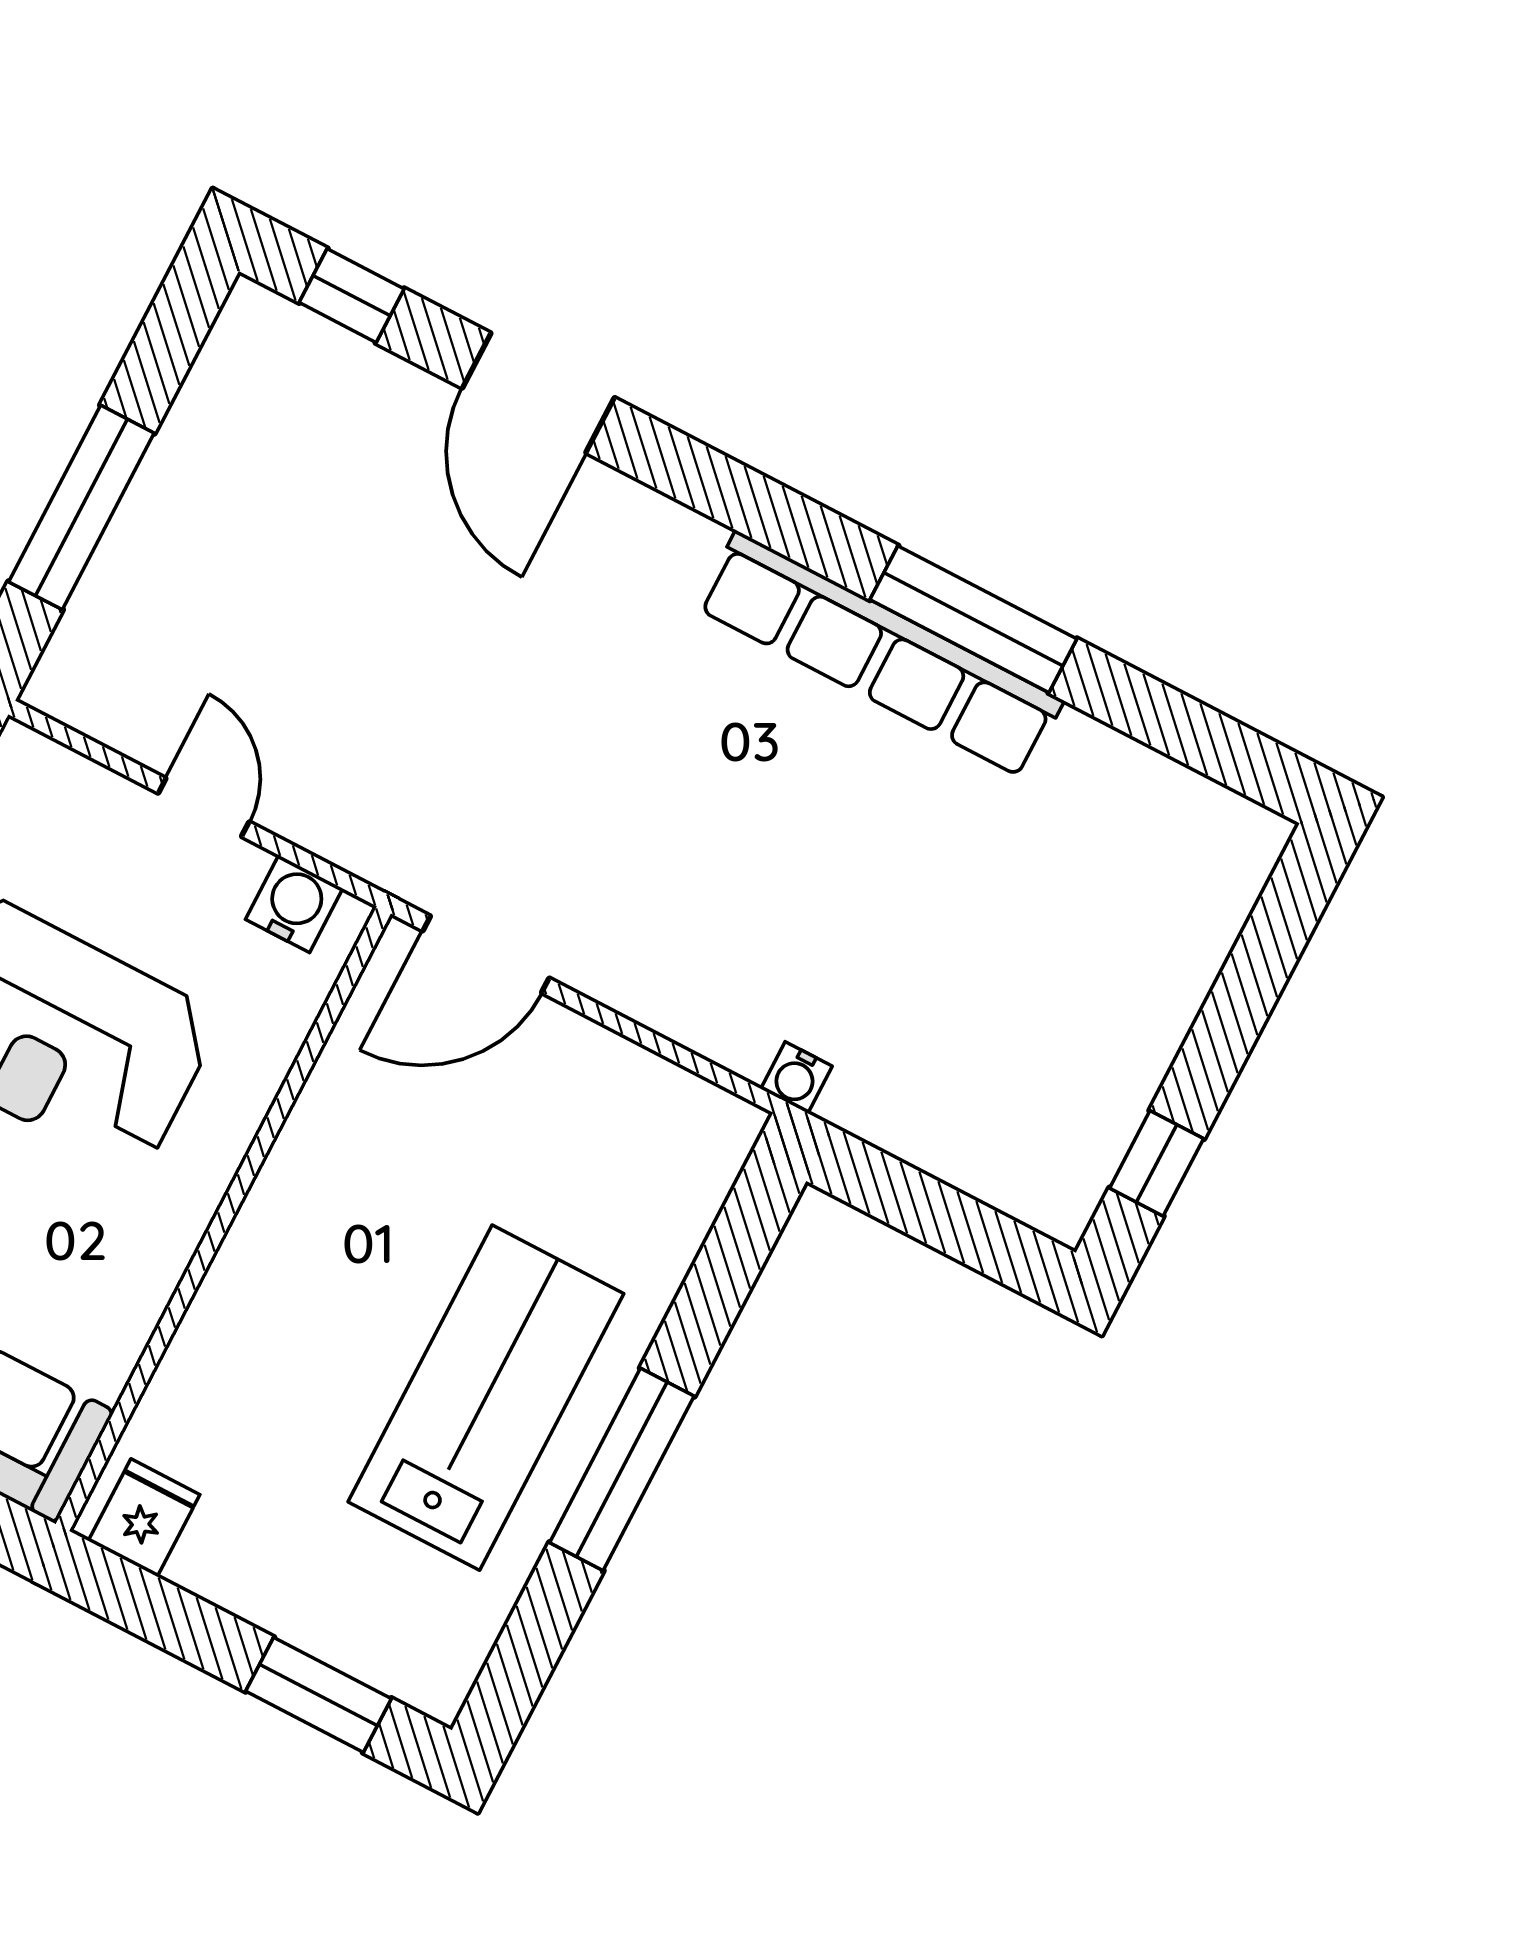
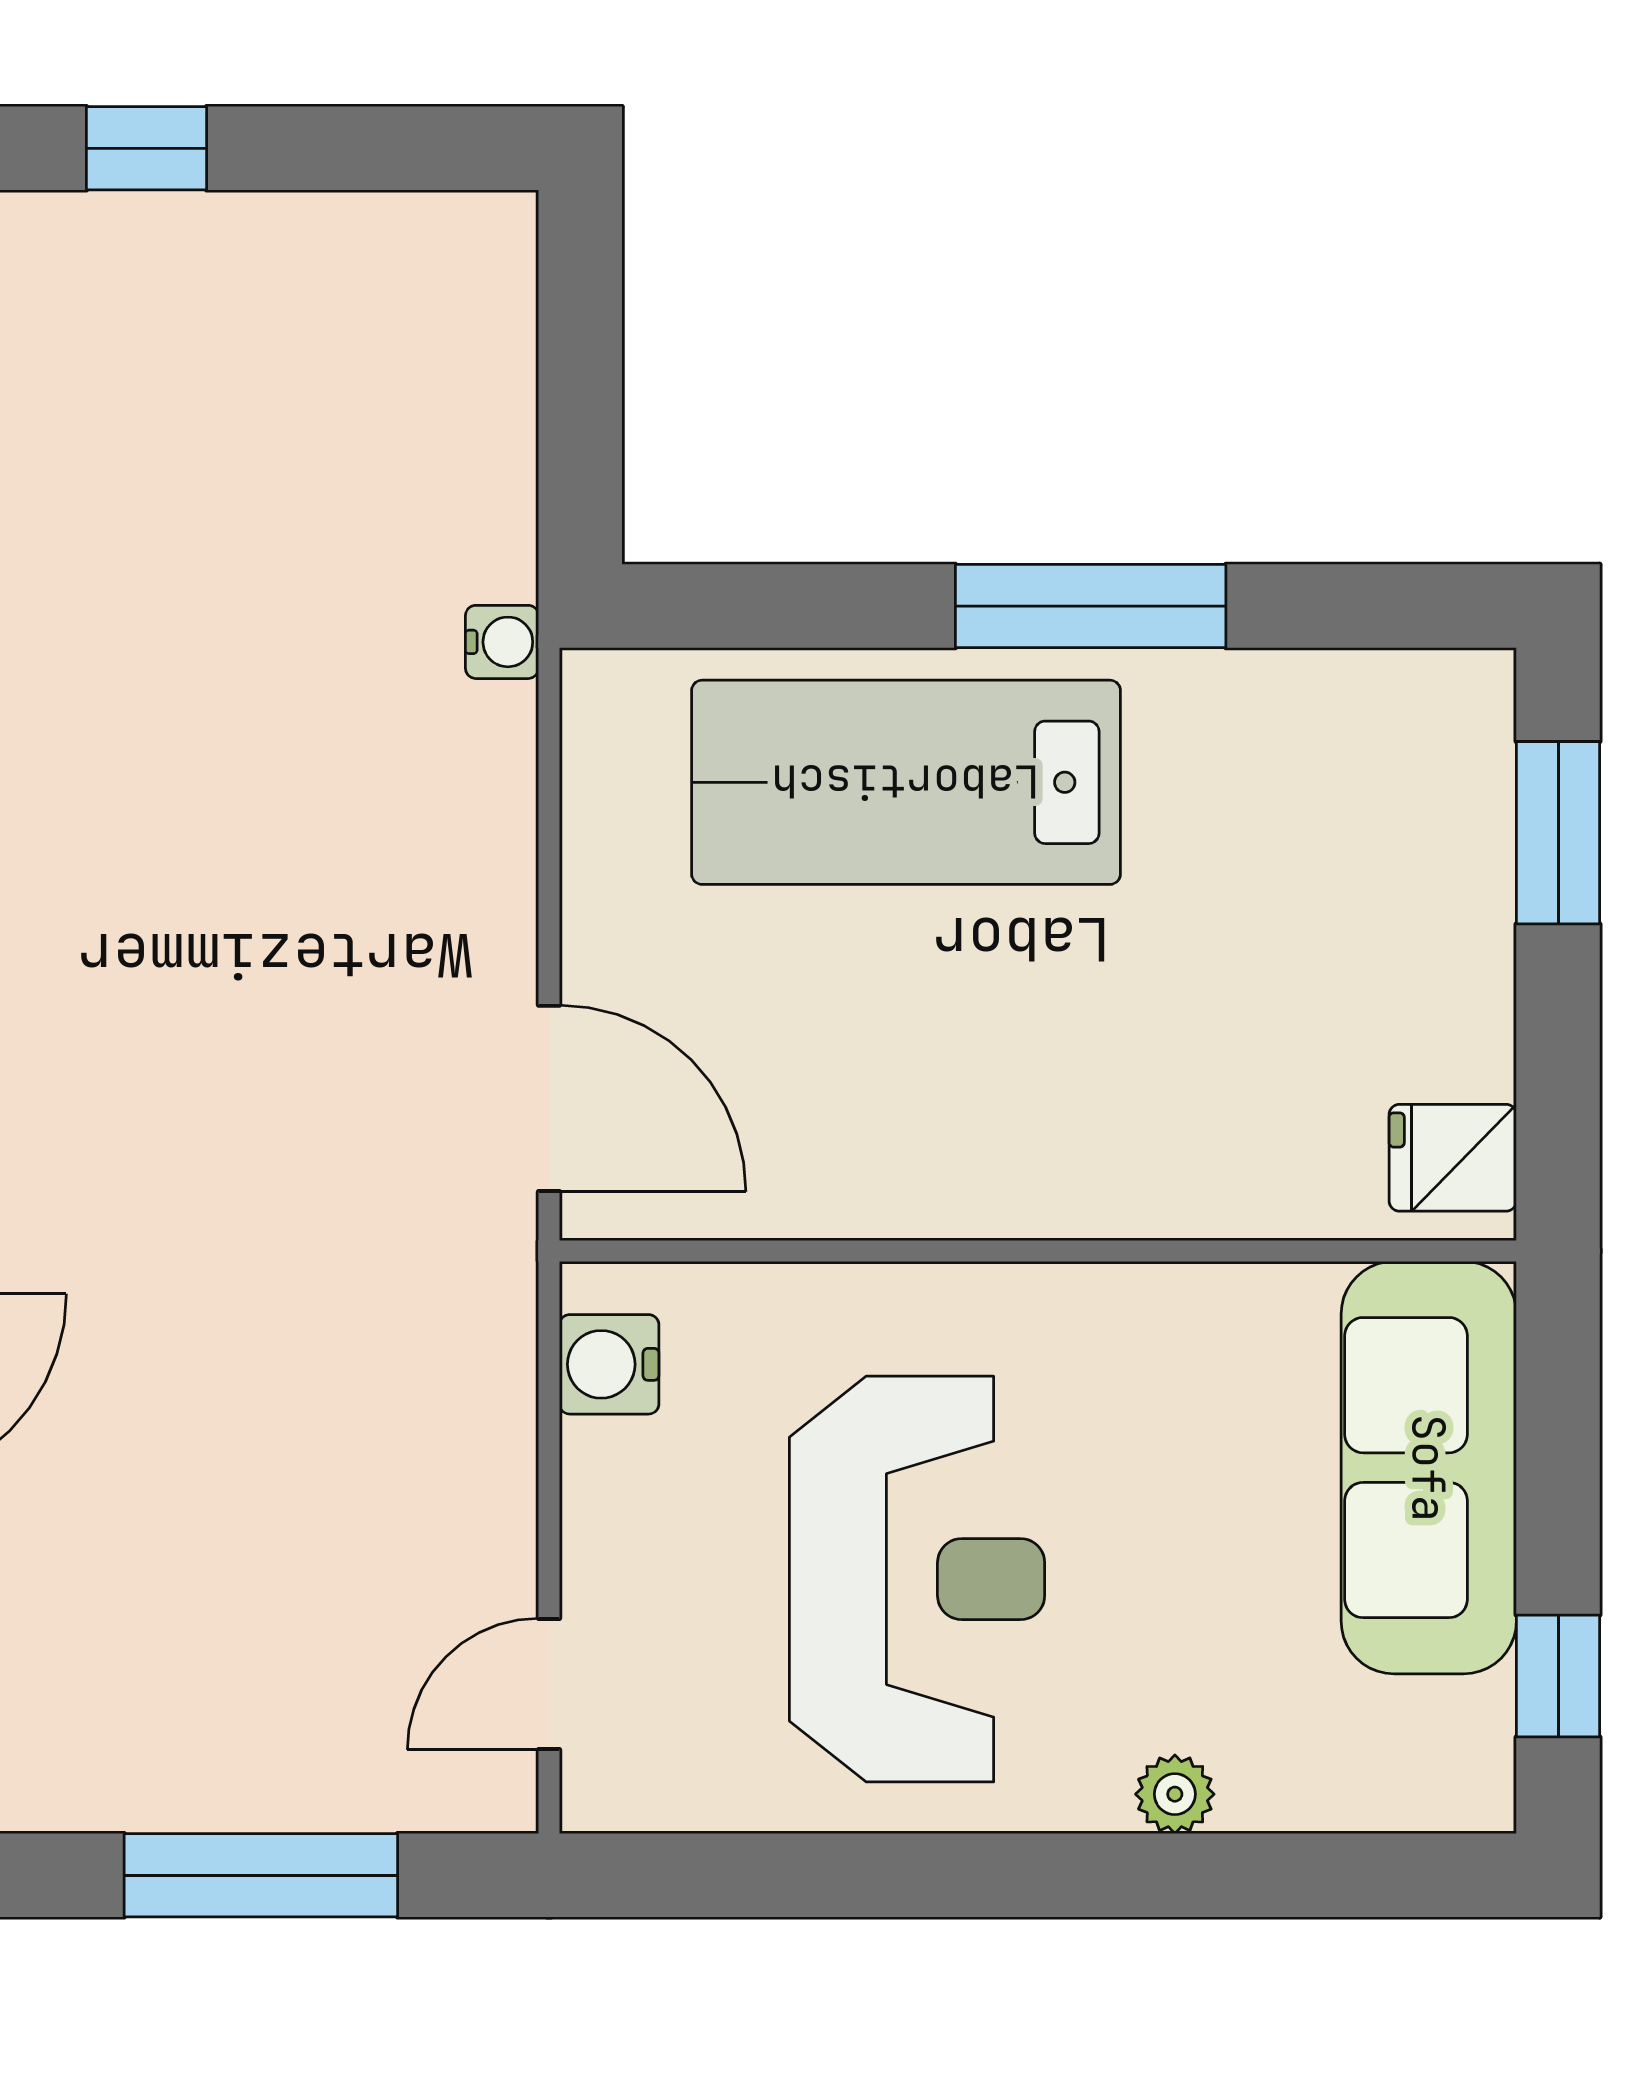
door: (204, 807) -> (549, 1684), moved
window: (1157, 1163) -> (146, 148), moved
lab bench: (486, 1398) -> (906, 782), moved

